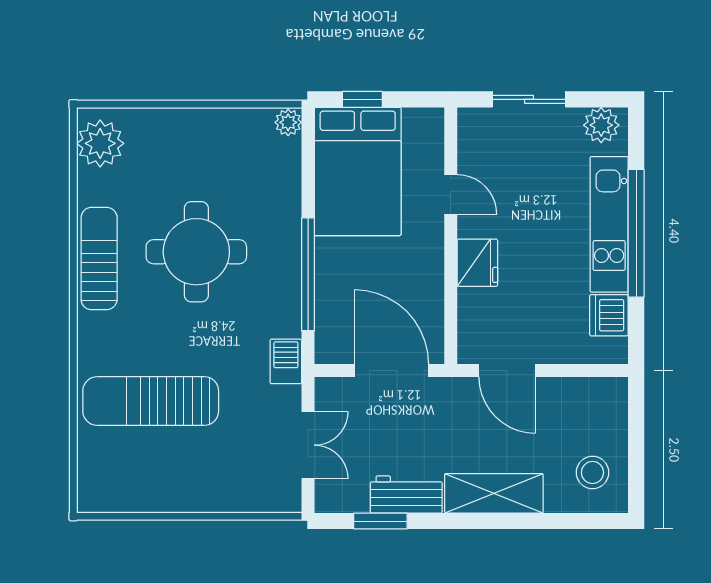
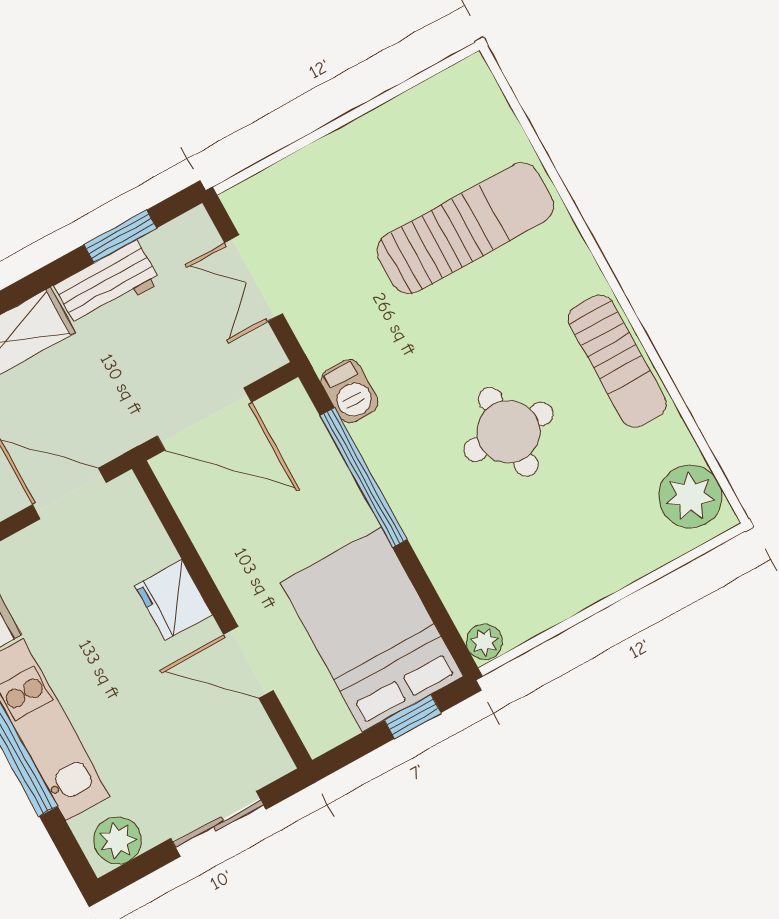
door: (451, 195) -> (248, 662), width x1.38
round table: (196, 252) -> (508, 432), width x0.73, depth x0.73
barbecue: (286, 361) -> (350, 391), moved

